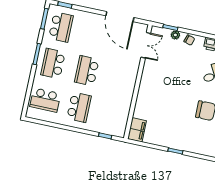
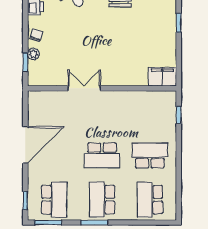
door: (120, 17) -> (25, 145), moved
school desk: (61, 27) -> (54, 200), turned 90
double door: (146, 45) -> (84, 88), moved
school desk: (53, 64) -> (102, 200), turned 90
school desk: (45, 100) -> (150, 200), turned 180

